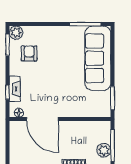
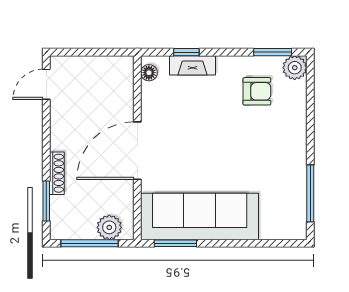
sofa: (98, 58) -> (200, 217), moved
door: (42, 119) -> (137, 151), moved
plant: (104, 150) -> (109, 227), moved

